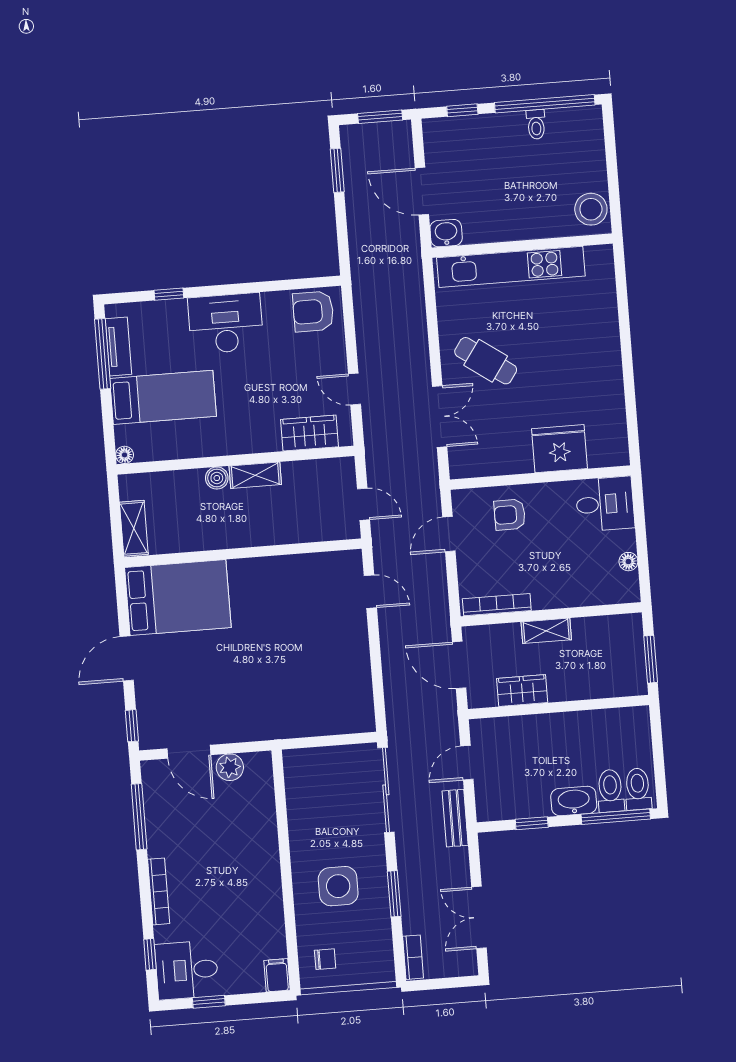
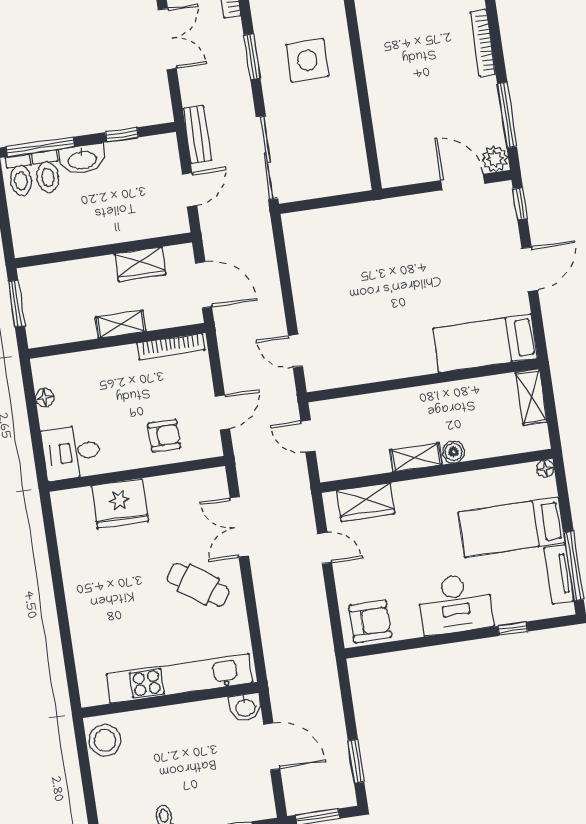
bed: (178, 598) -> (485, 343), width x0.67
plant: (230, 767) -> (495, 159), moved

